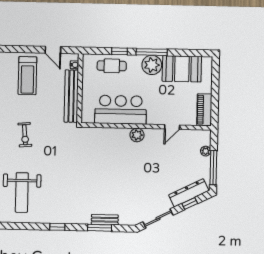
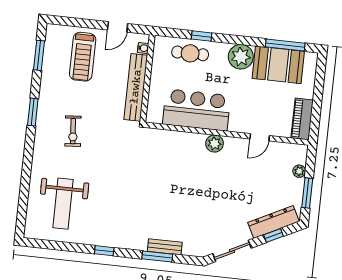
door: (53, 50) -> (118, 27), hinge flipped
window: (152, 52) -> (285, 45), moved
window: (213, 168) -> (307, 193), width x0.69

